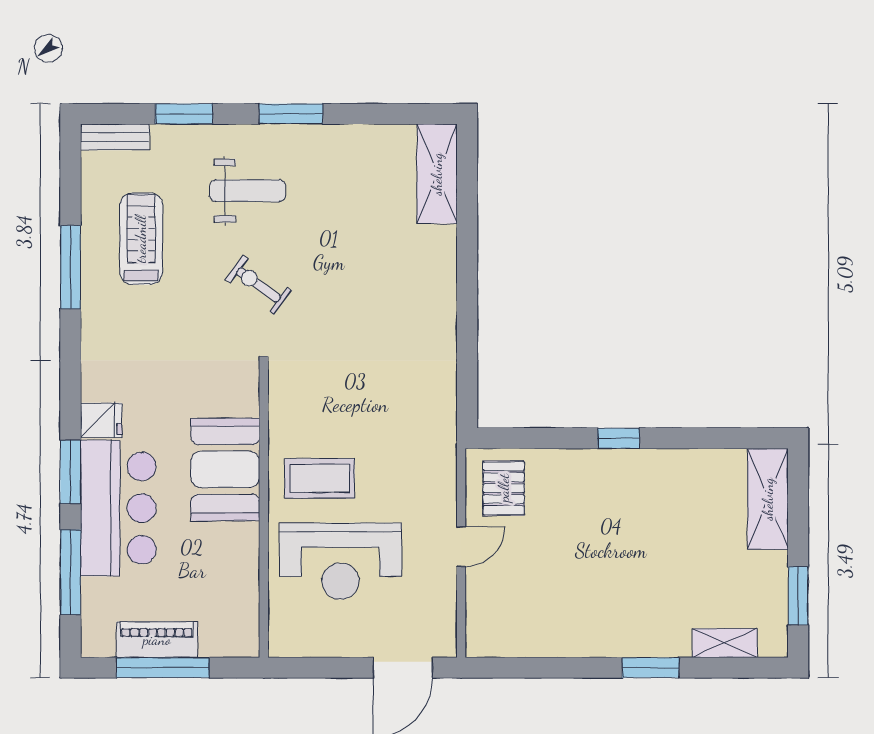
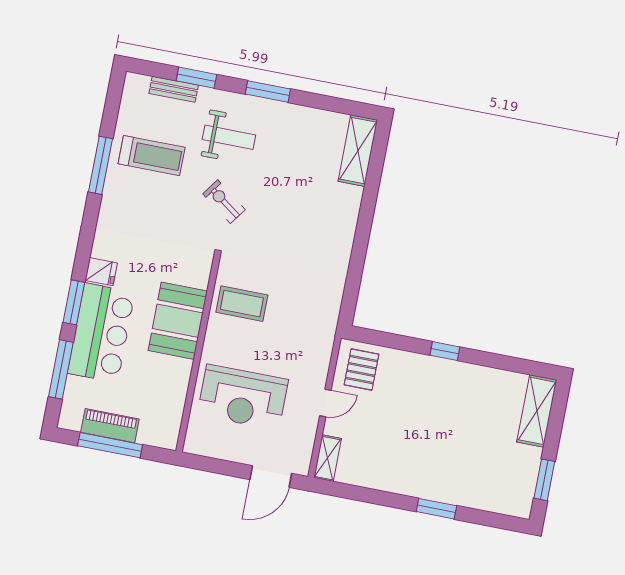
bench: (115, 137) -> (174, 89), moved
treadmill: (141, 239) -> (152, 156), turned 90
coffee table: (320, 478) -> (242, 304), moved
shelving: (725, 643) -> (328, 458), moved, turned 90

